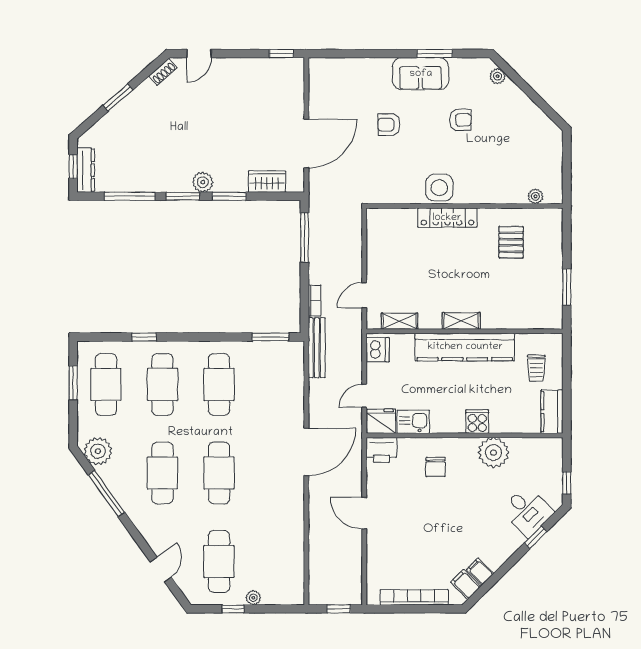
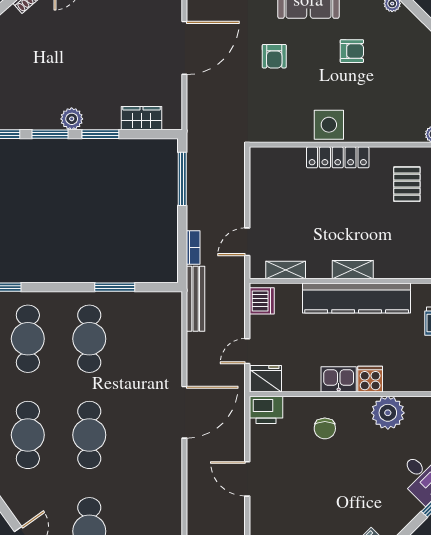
armchair: (389, 125) -> (274, 56), turned -90
door: (306, 144) -> (184, 48), moved
window: (271, 337) -> (115, 287), moved
kitchen sink: (413, 422) -> (339, 379), moved

